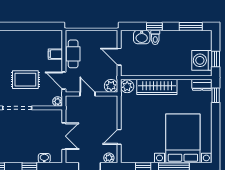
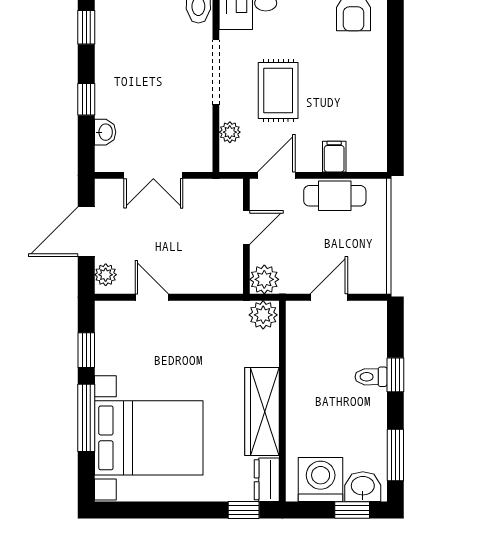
washbasin: (142, 37) -> (363, 487), moved, turned 90
window: (216, 59) -> (352, 510), moved
wardrobe: (157, 87) -> (262, 411), moved
plant: (58, 101) -> (230, 132), moved

